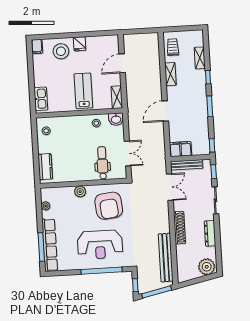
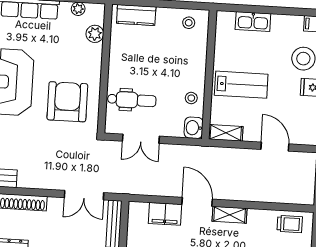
shelving: (170, 74) -> (230, 215), moved
kitchen sink: (41, 99) -> (253, 22), moved
filing cabinet: (181, 149) -> (165, 214), moved, turned 90
plant: (80, 192) -> (95, 34), moved
armchair: (109, 206) -> (67, 102), turned 96

